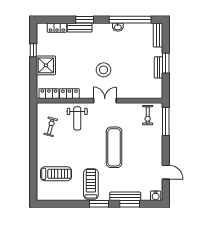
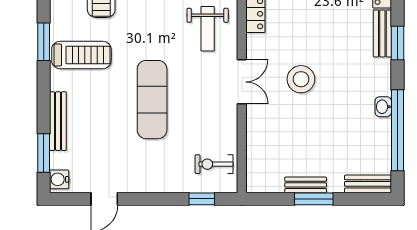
weight bench: (77, 118) -> (208, 29), turned -90
window: (166, 121) -> (202, 199), width x0.46
exercise mat: (114, 147) -> (152, 100), turned 90
window: (99, 204) -> (44, 42), moved
window: (130, 204) -> (44, 153), moved

